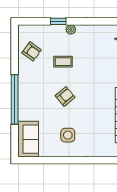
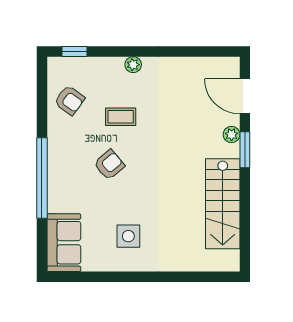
window: (58, 21) -> (74, 51), moved
armchair: (65, 96) -> (109, 165), moved

